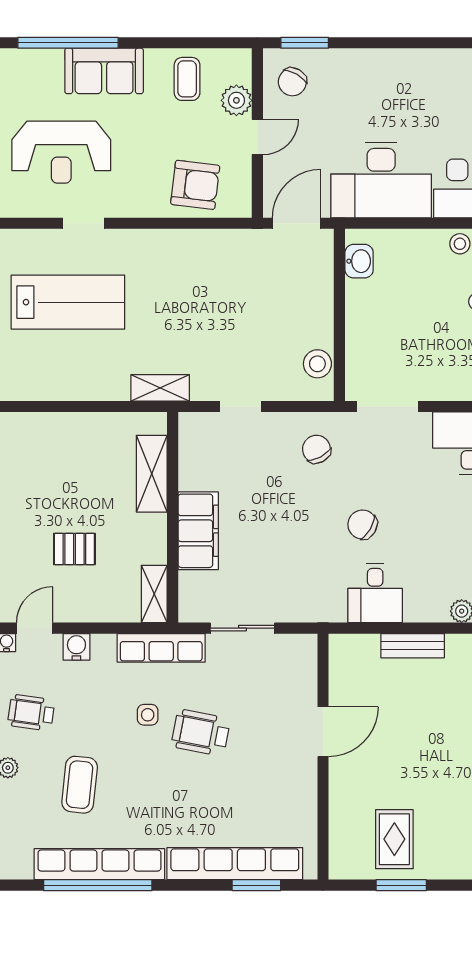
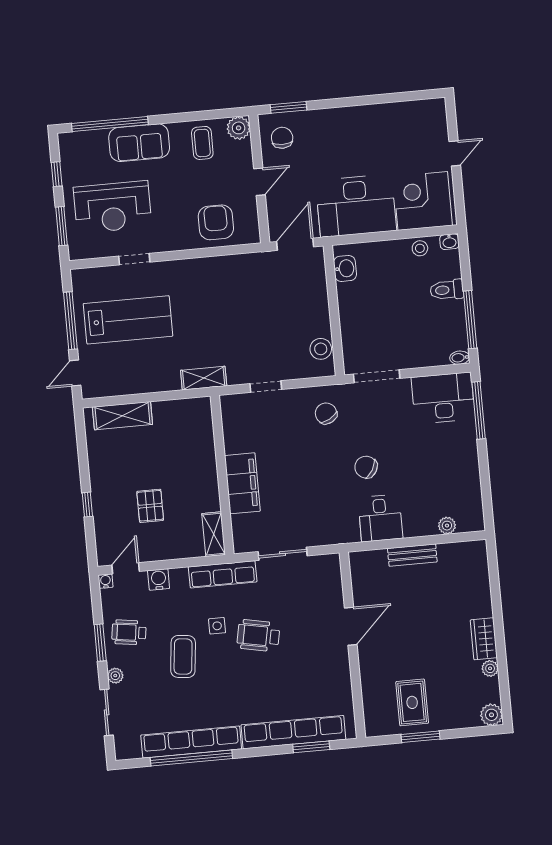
chair: (292, 82) -> (282, 138), turned 150
plant: (236, 100) -> (239, 128), moved
armchair: (195, 185) -> (216, 222), turned -97
shelving: (152, 474) -> (122, 416), moved, turned 90
pallet: (74, 549) -> (150, 506), turned 90
coffee table: (80, 785) -> (183, 656), moved

